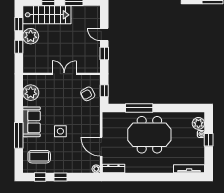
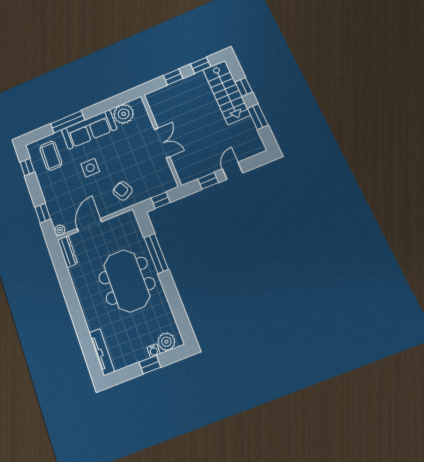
plant: (31, 36) -> (192, 85), removed
armchair: (88, 94) -> (123, 191), moved
sofa: (31, 122) -> (89, 129), width x1.36
window: (60, 177) -> (43, 213), moved

